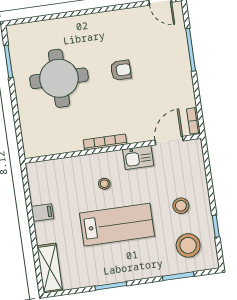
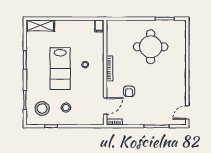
armchair: (121, 70) -> (129, 91), moved
door: (169, 141) -> (105, 106), hinge flipped
kitchen sink: (138, 158) -> (98, 87), removed
filing cabinet: (42, 212) -> (99, 26), moved

